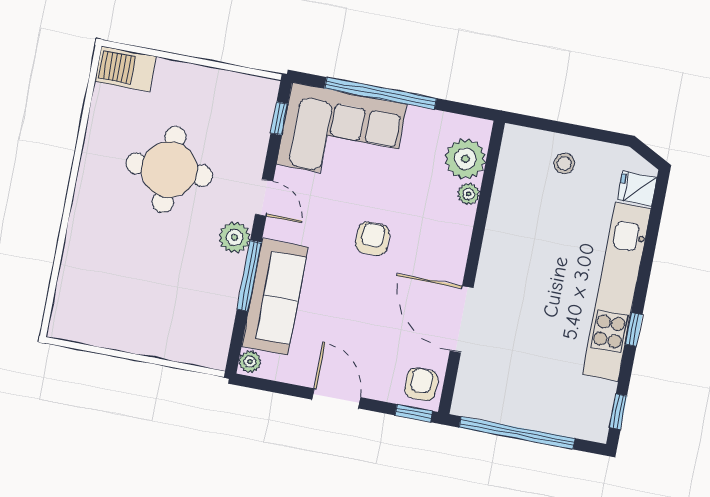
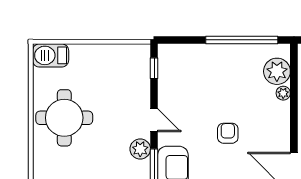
window: (380, 93) -> (242, 40), moved
corner sofa: (342, 134) -> (196, 71), removed
round table: (169, 169) -> (64, 118), moved

